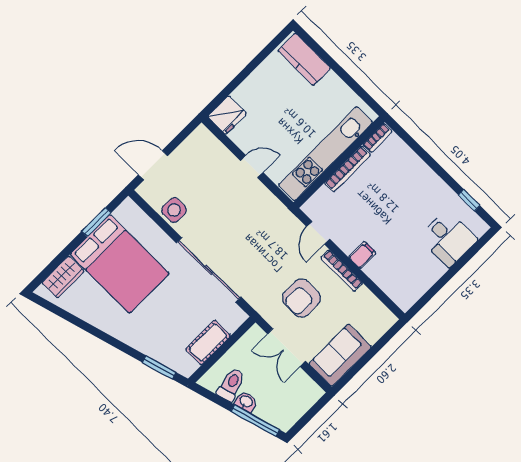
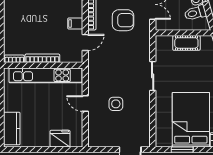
fridge: (227, 115) -> (60, 139), moved
side table: (174, 210) -> (116, 104), moved
filing cabinet: (362, 255) -> (75, 23), moved
sliding door: (209, 270) -> (153, 76), width x0.54

